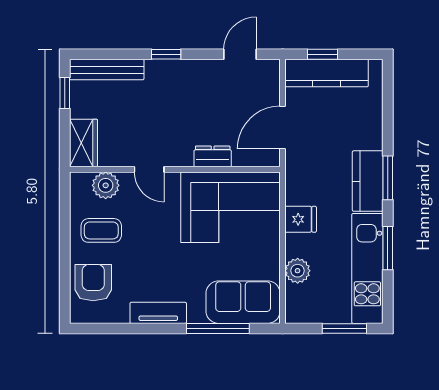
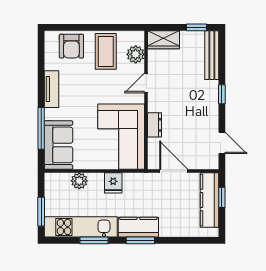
coffee table: (101, 230) -> (106, 51), width x1.36, depth x1.30
armchair: (93, 283) -> (71, 46), turned 90

